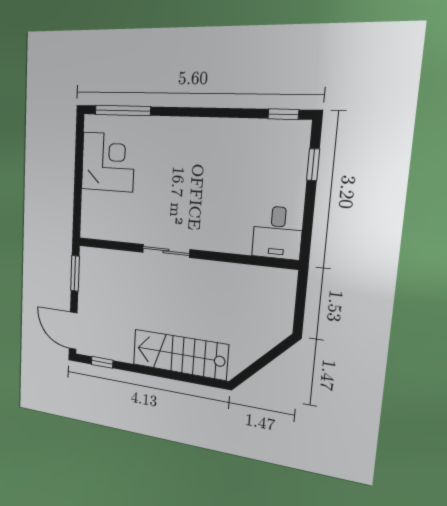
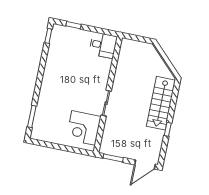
window: (123, 110) -> (32, 116), width x0.69
corner desk: (108, 162) -> (84, 128), moved, turned -90
window: (102, 362) -> (168, 129), moved

